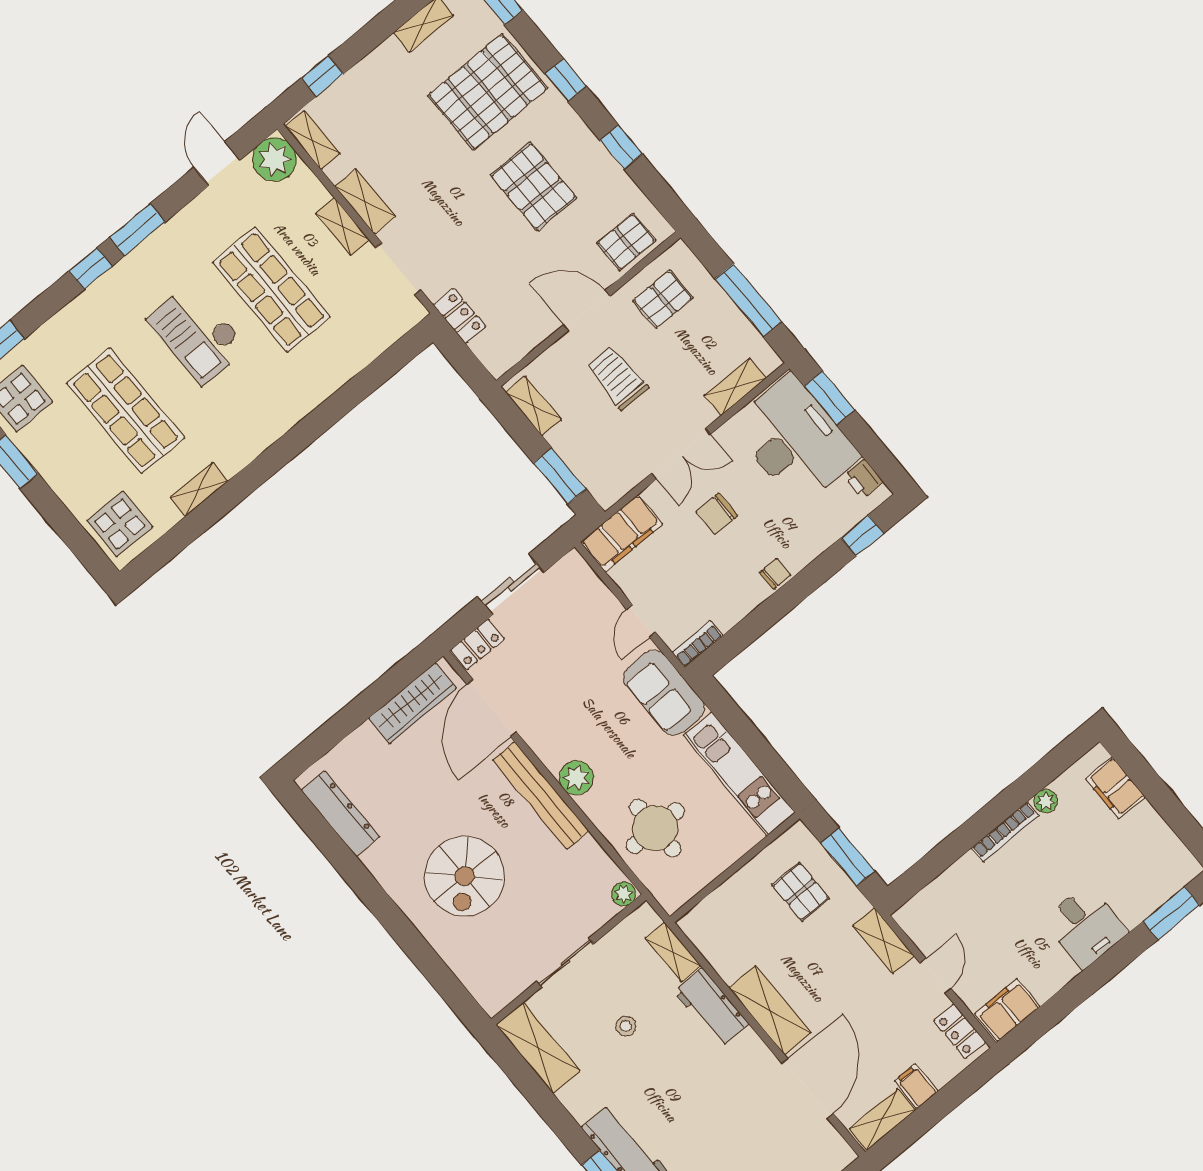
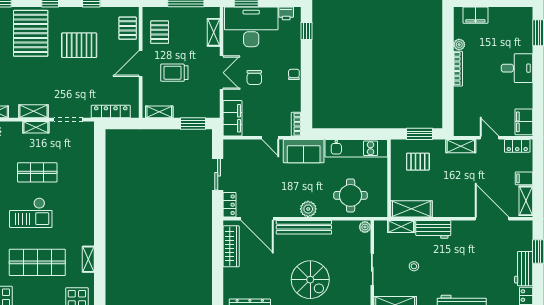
shop shelf: (271, 290) -> (37, 172), width x0.70, depth x0.74
locker: (460, 316) -> (111, 112), width x1.53
shelving: (770, 1010) -> (411, 209), moved

